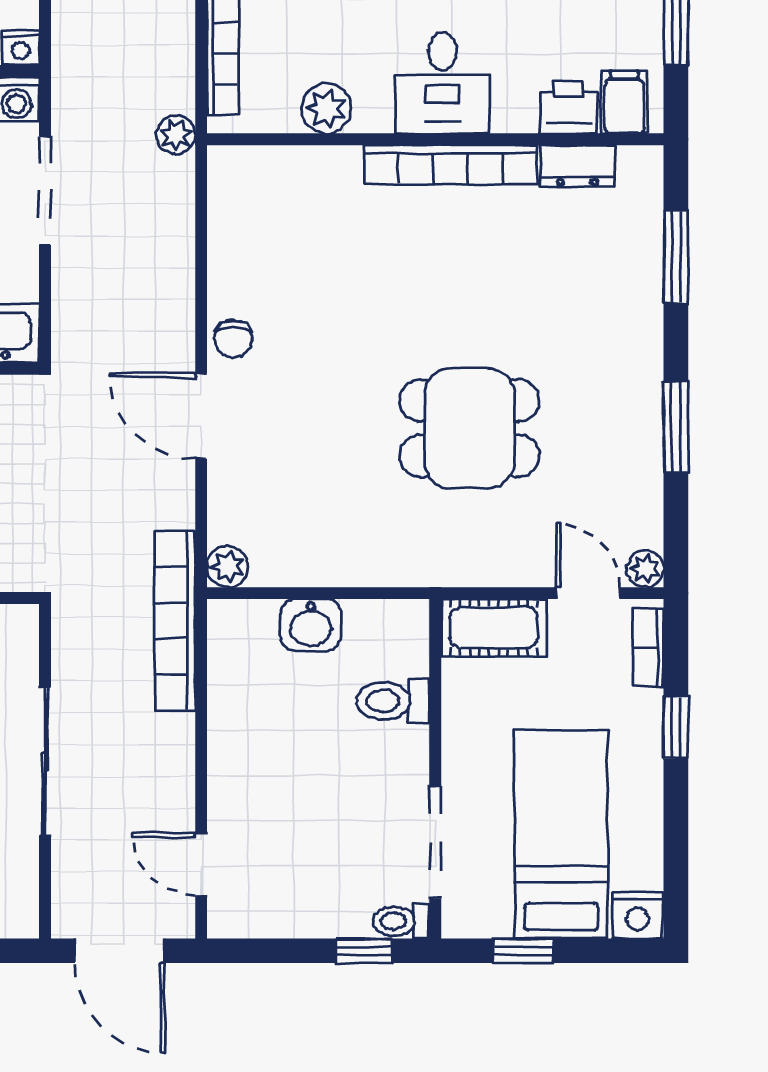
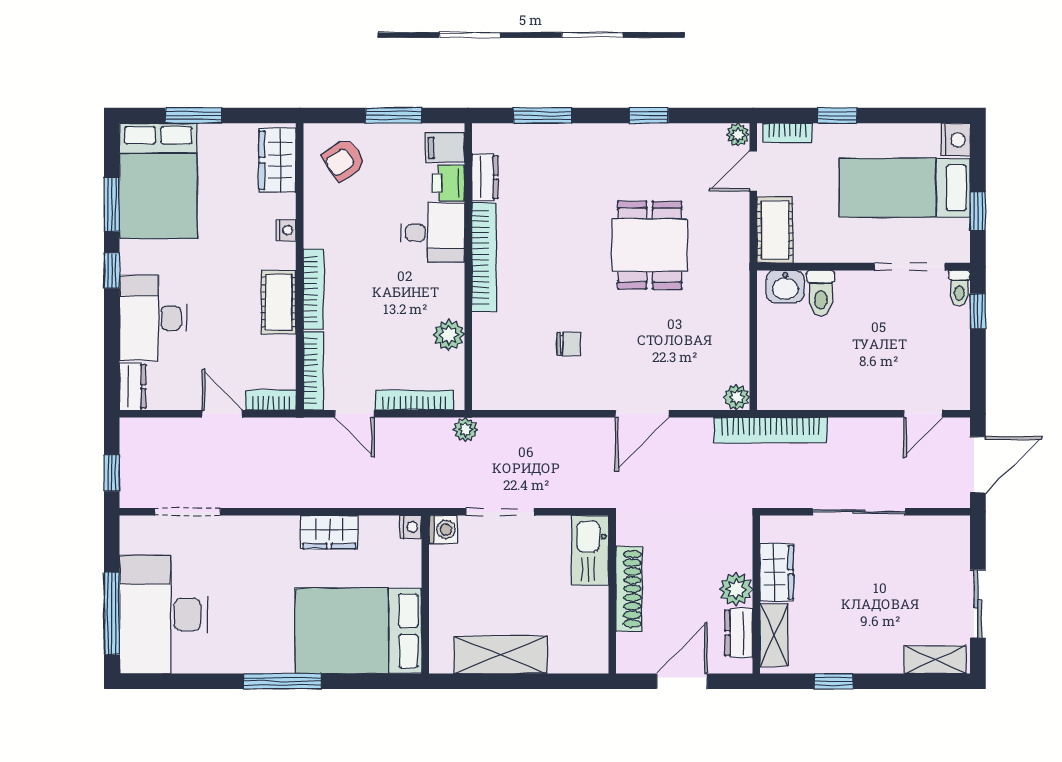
desk: (442, 83) -> (433, 233), moved
chair: (233, 339) -> (569, 344), moved
window: (676, 427) -> (649, 116), width x0.67
washbasin: (311, 625) -> (785, 286), moved, turned 90

